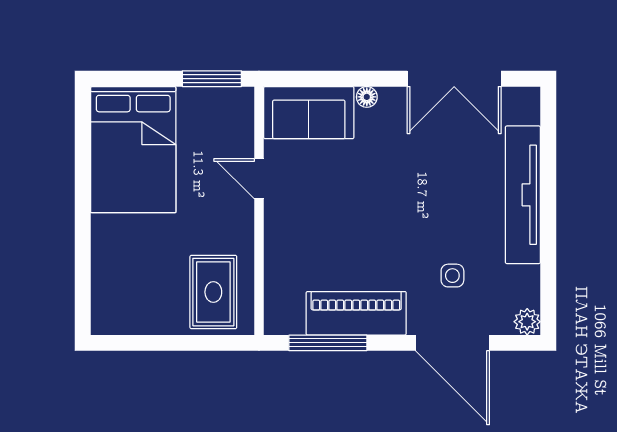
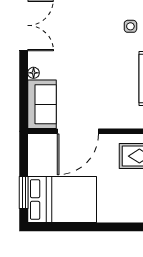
window: (212, 79) -> (24, 193), moved
door: (259, 179) -> (78, 131), width x1.88

